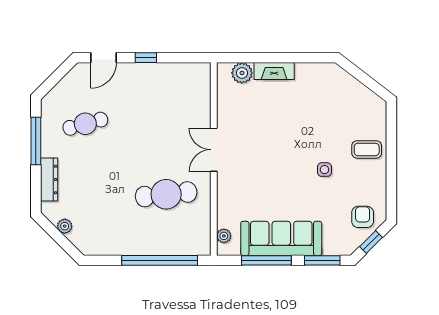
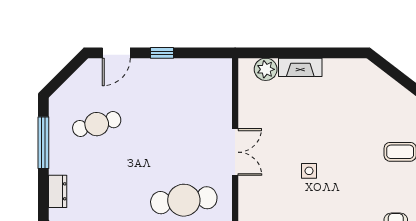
double door: (214, 150) -> (235, 152), swing flipped
side table: (324, 170) -> (309, 171), moved
dresser: (49, 179) -> (58, 191), width x0.70

